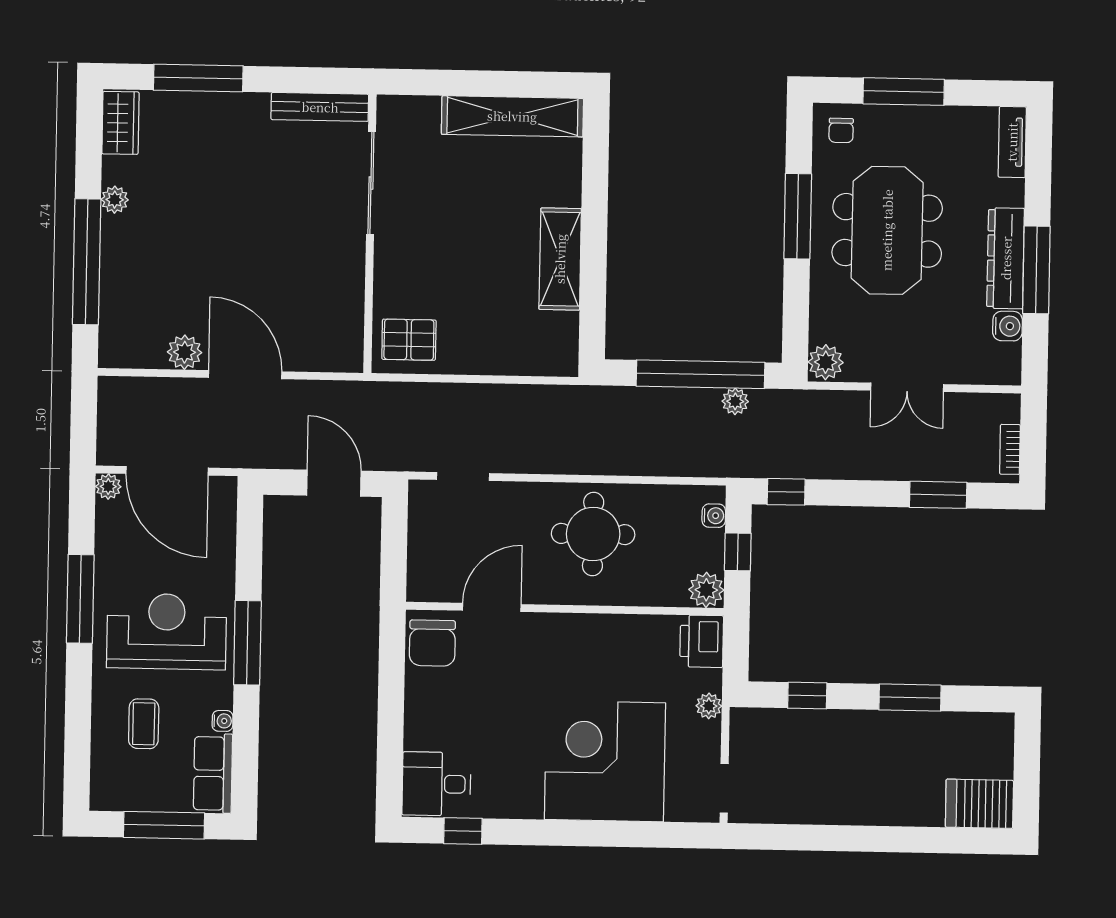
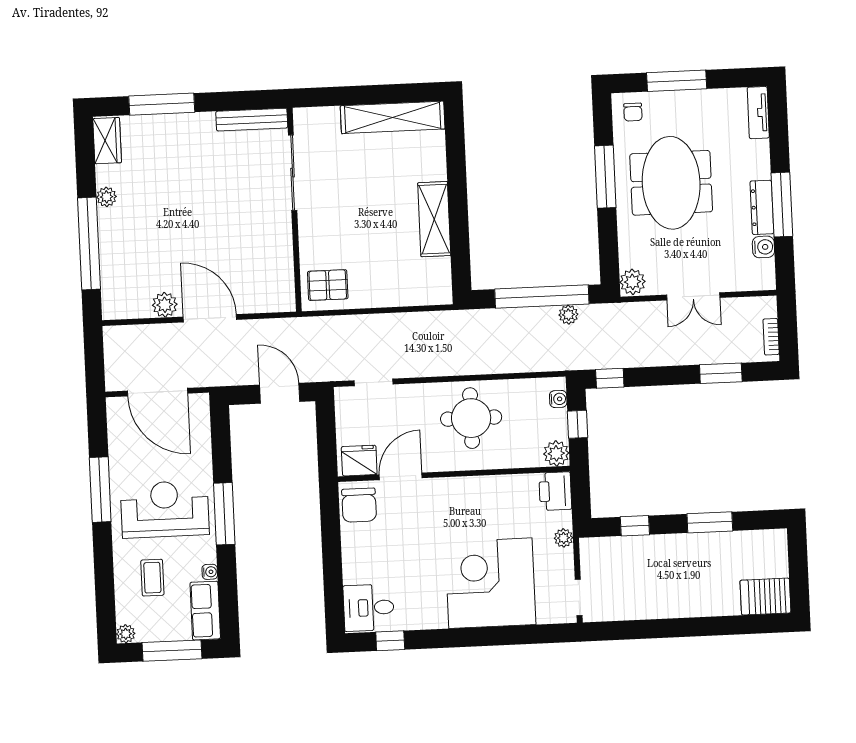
dresser: (1006, 258) -> (762, 207), width x0.73, depth x0.80
plant: (108, 487) -> (126, 634), moved
fridge: (437, 582) -> (359, 461), added

